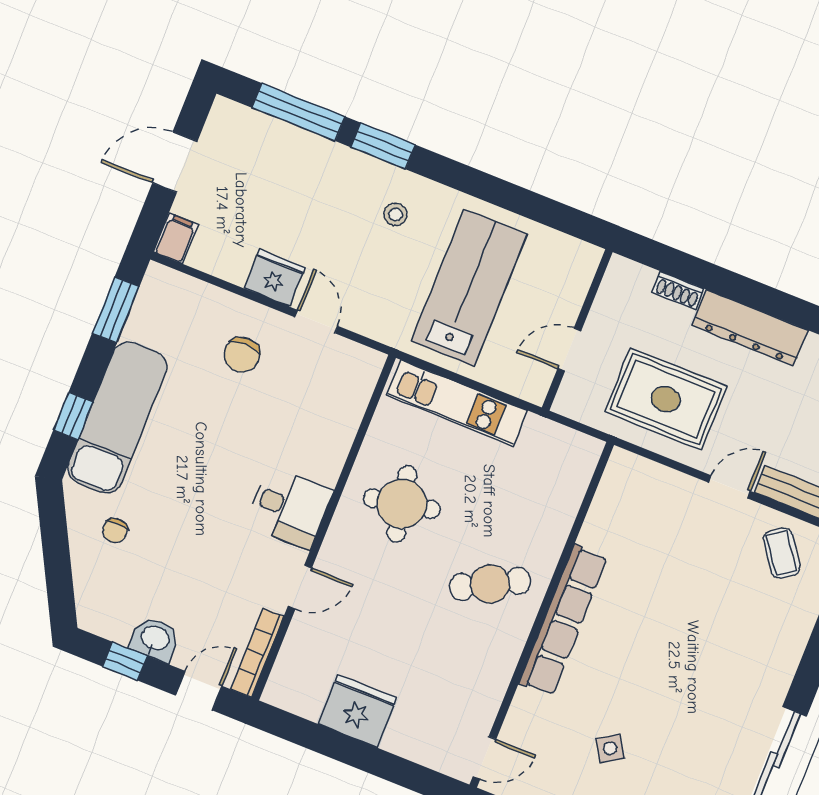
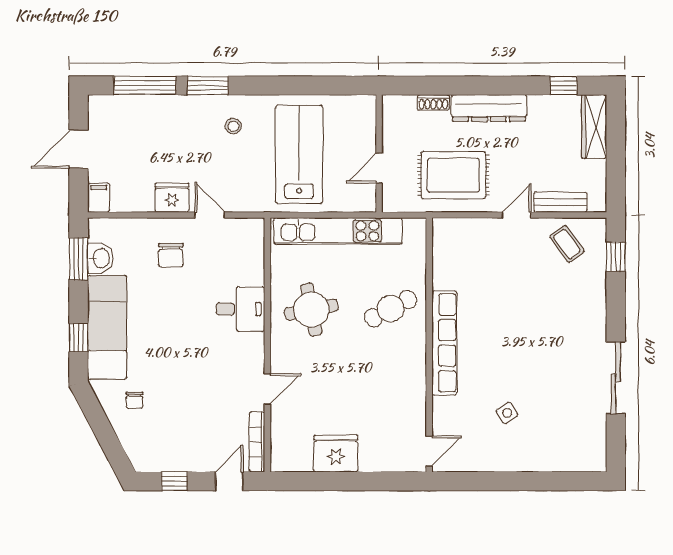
kitchen unit: (457, 403) -> (338, 231), width x1.36
desk: (289, 508) -> (240, 309), moved
cafe table: (490, 584) -> (391, 309), moved
washbasin: (155, 639) -> (100, 258), moved, turned 90

